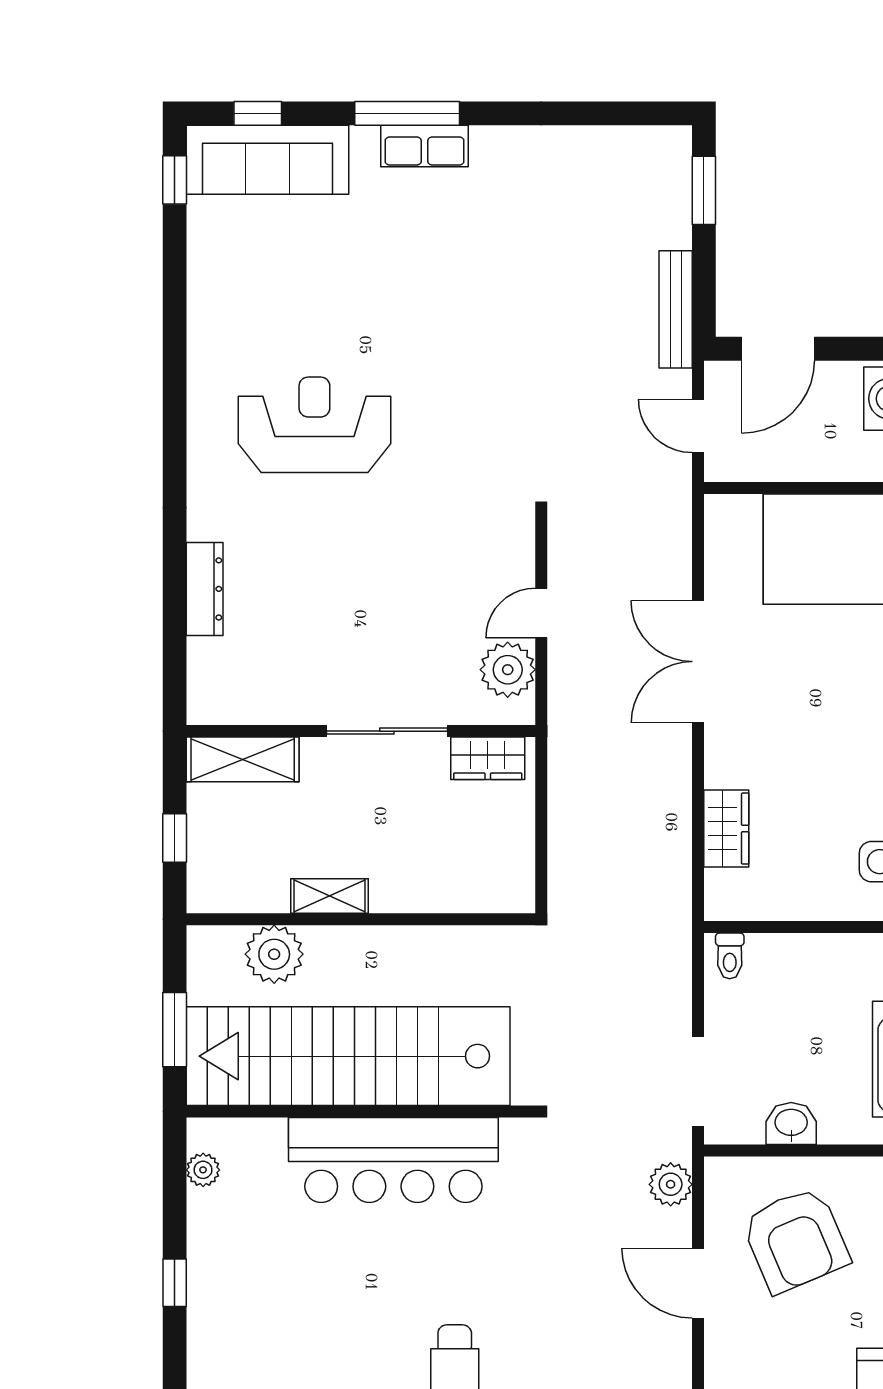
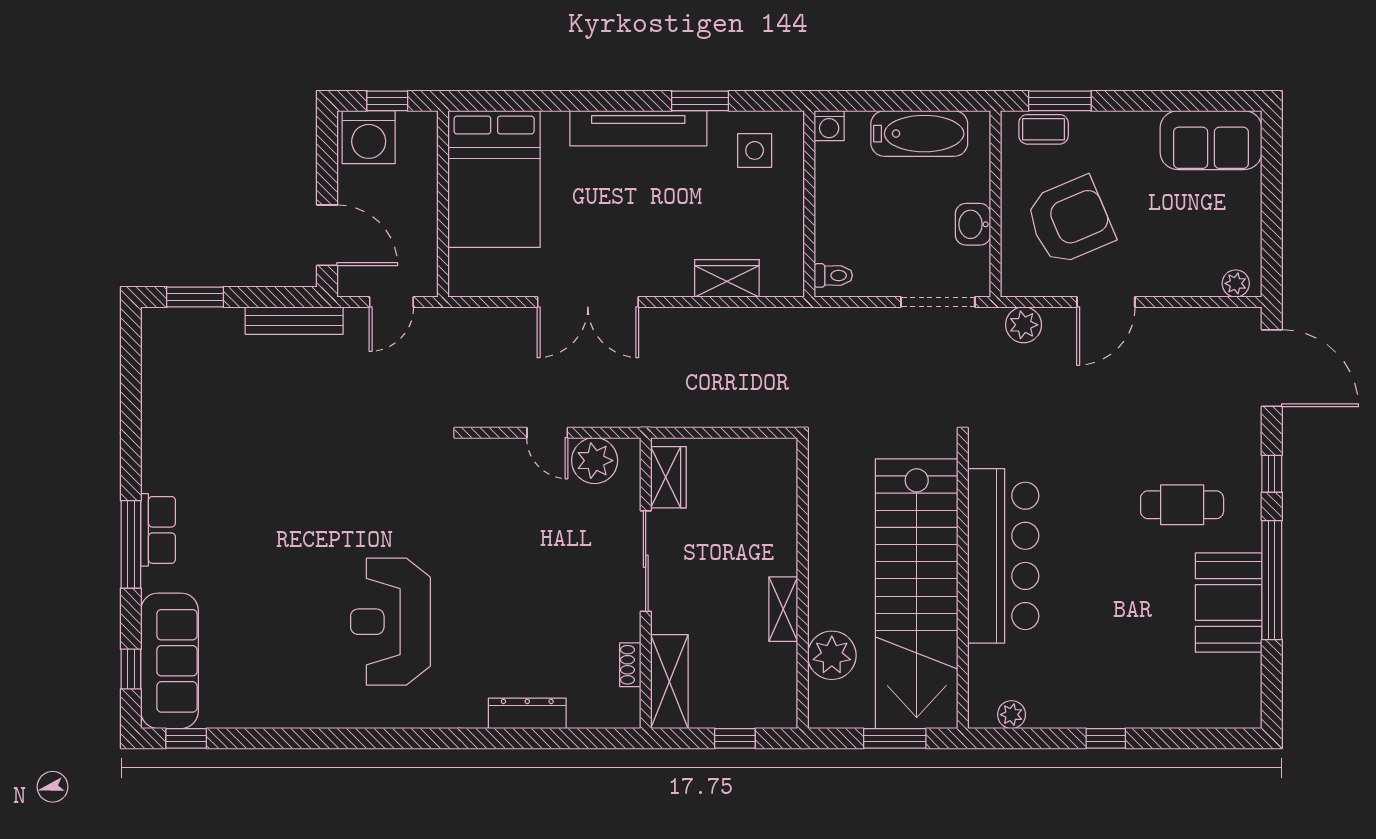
shoe rack: (263, 712) -> (630, 665), added

